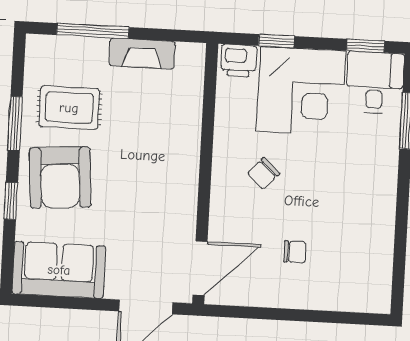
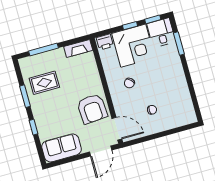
window: (276, 41) -> (130, 26), moved
fireplace: (142, 54) -> (78, 48), moved
armchair: (60, 177) -> (92, 109), moved
door: (200, 268) -> (117, 129), hinge flipped

